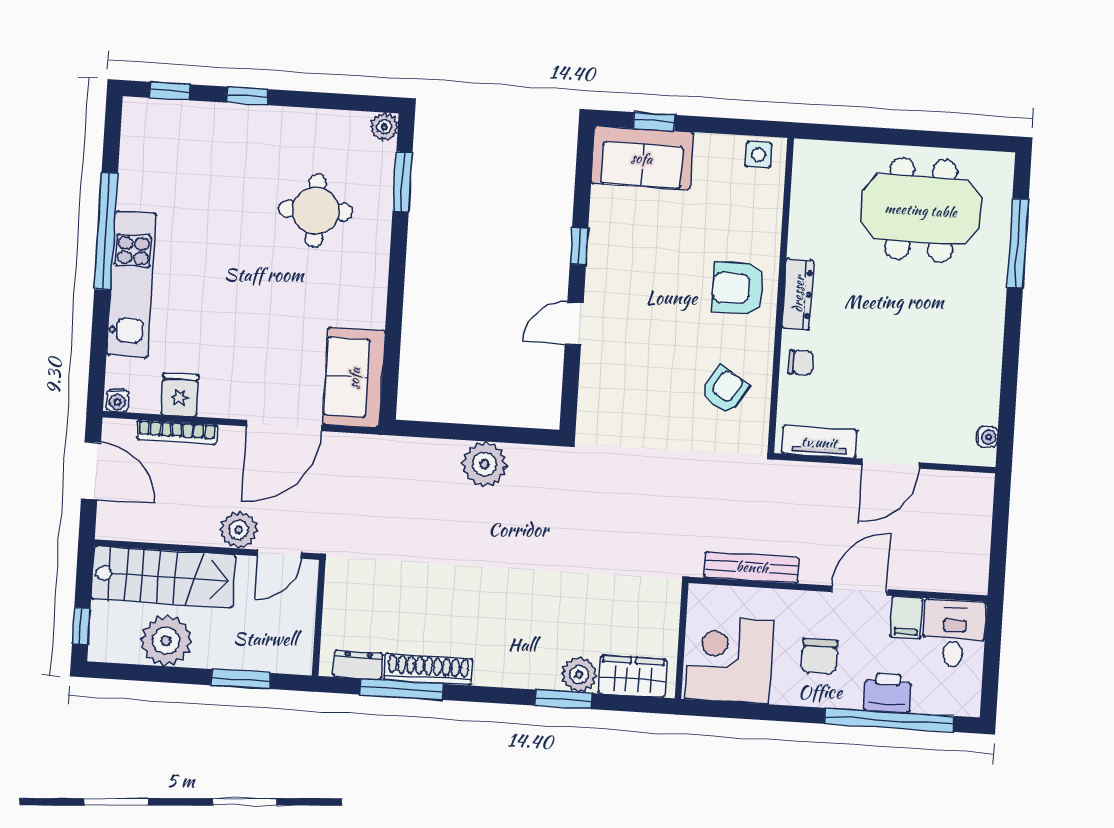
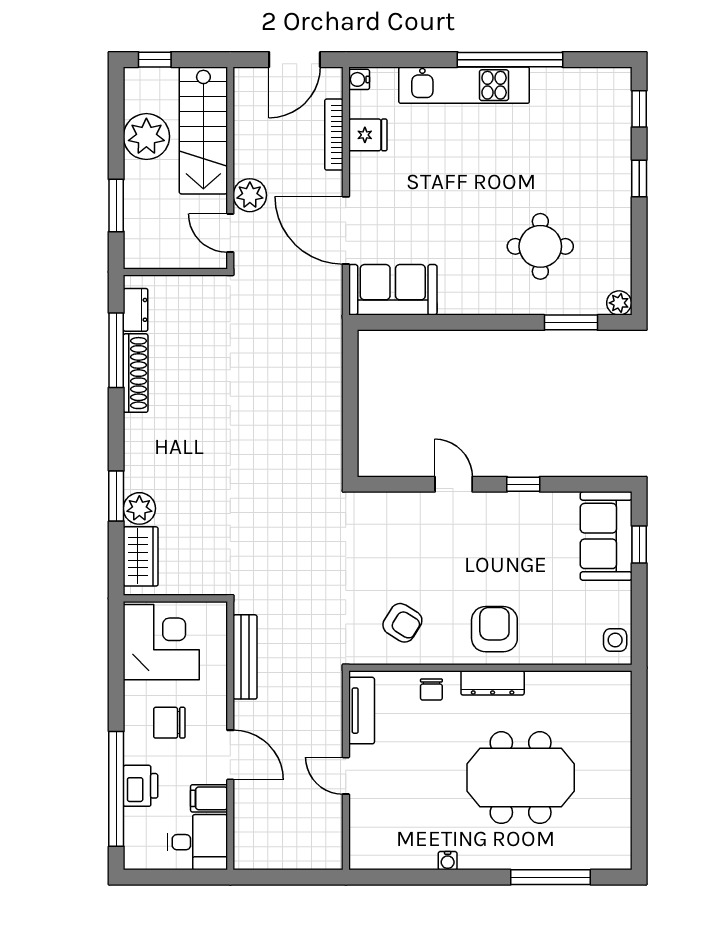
meeting table: (921, 210) -> (521, 778), moved, turned 90
water cooler: (987, 437) -> (448, 861), moved
plant: (485, 464) -> (323, 412), removed
door: (891, 464) -> (346, 776), width x0.73

